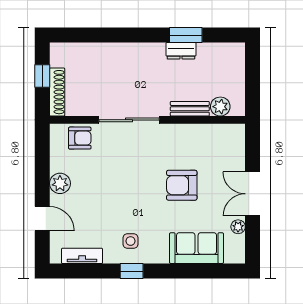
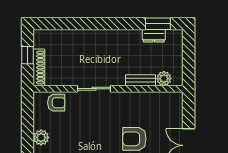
window: (186, 35) -> (158, 24), moved
dresser: (181, 51) -> (154, 36), moved
sliding door: (129, 120) -> (94, 89), width x0.73

